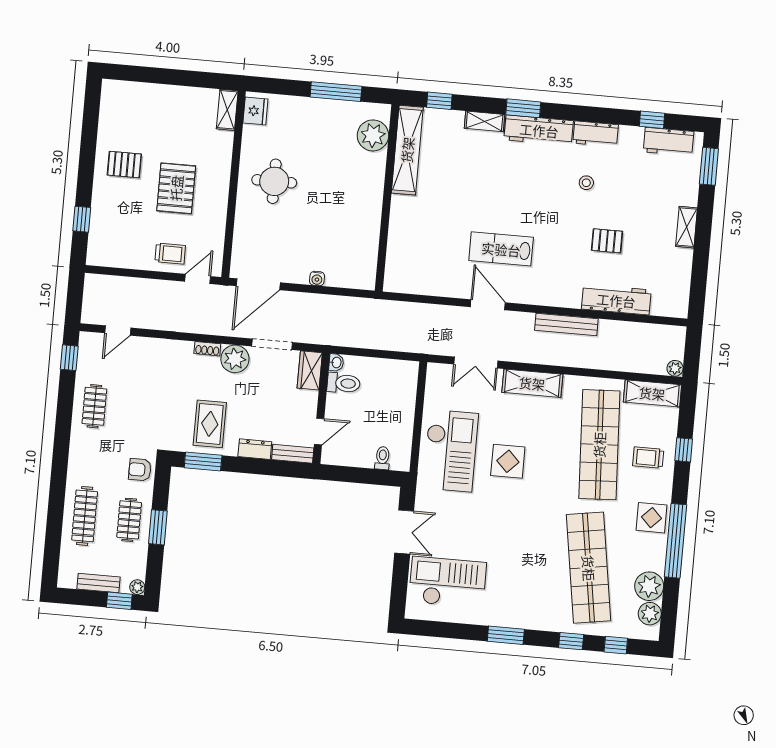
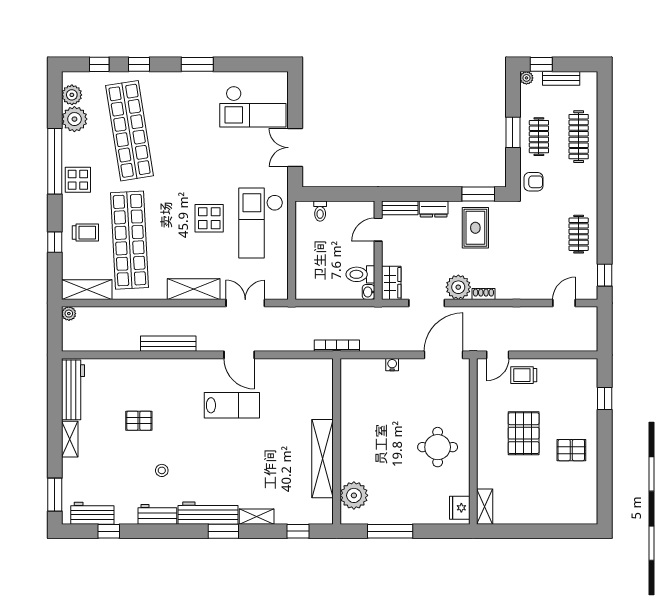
shelving: (407, 150) -> (322, 459), moved
workbench: (616, 300) -> (73, 390), moved, turned -90
bookcase: (377, 305) -> (337, 346), added

